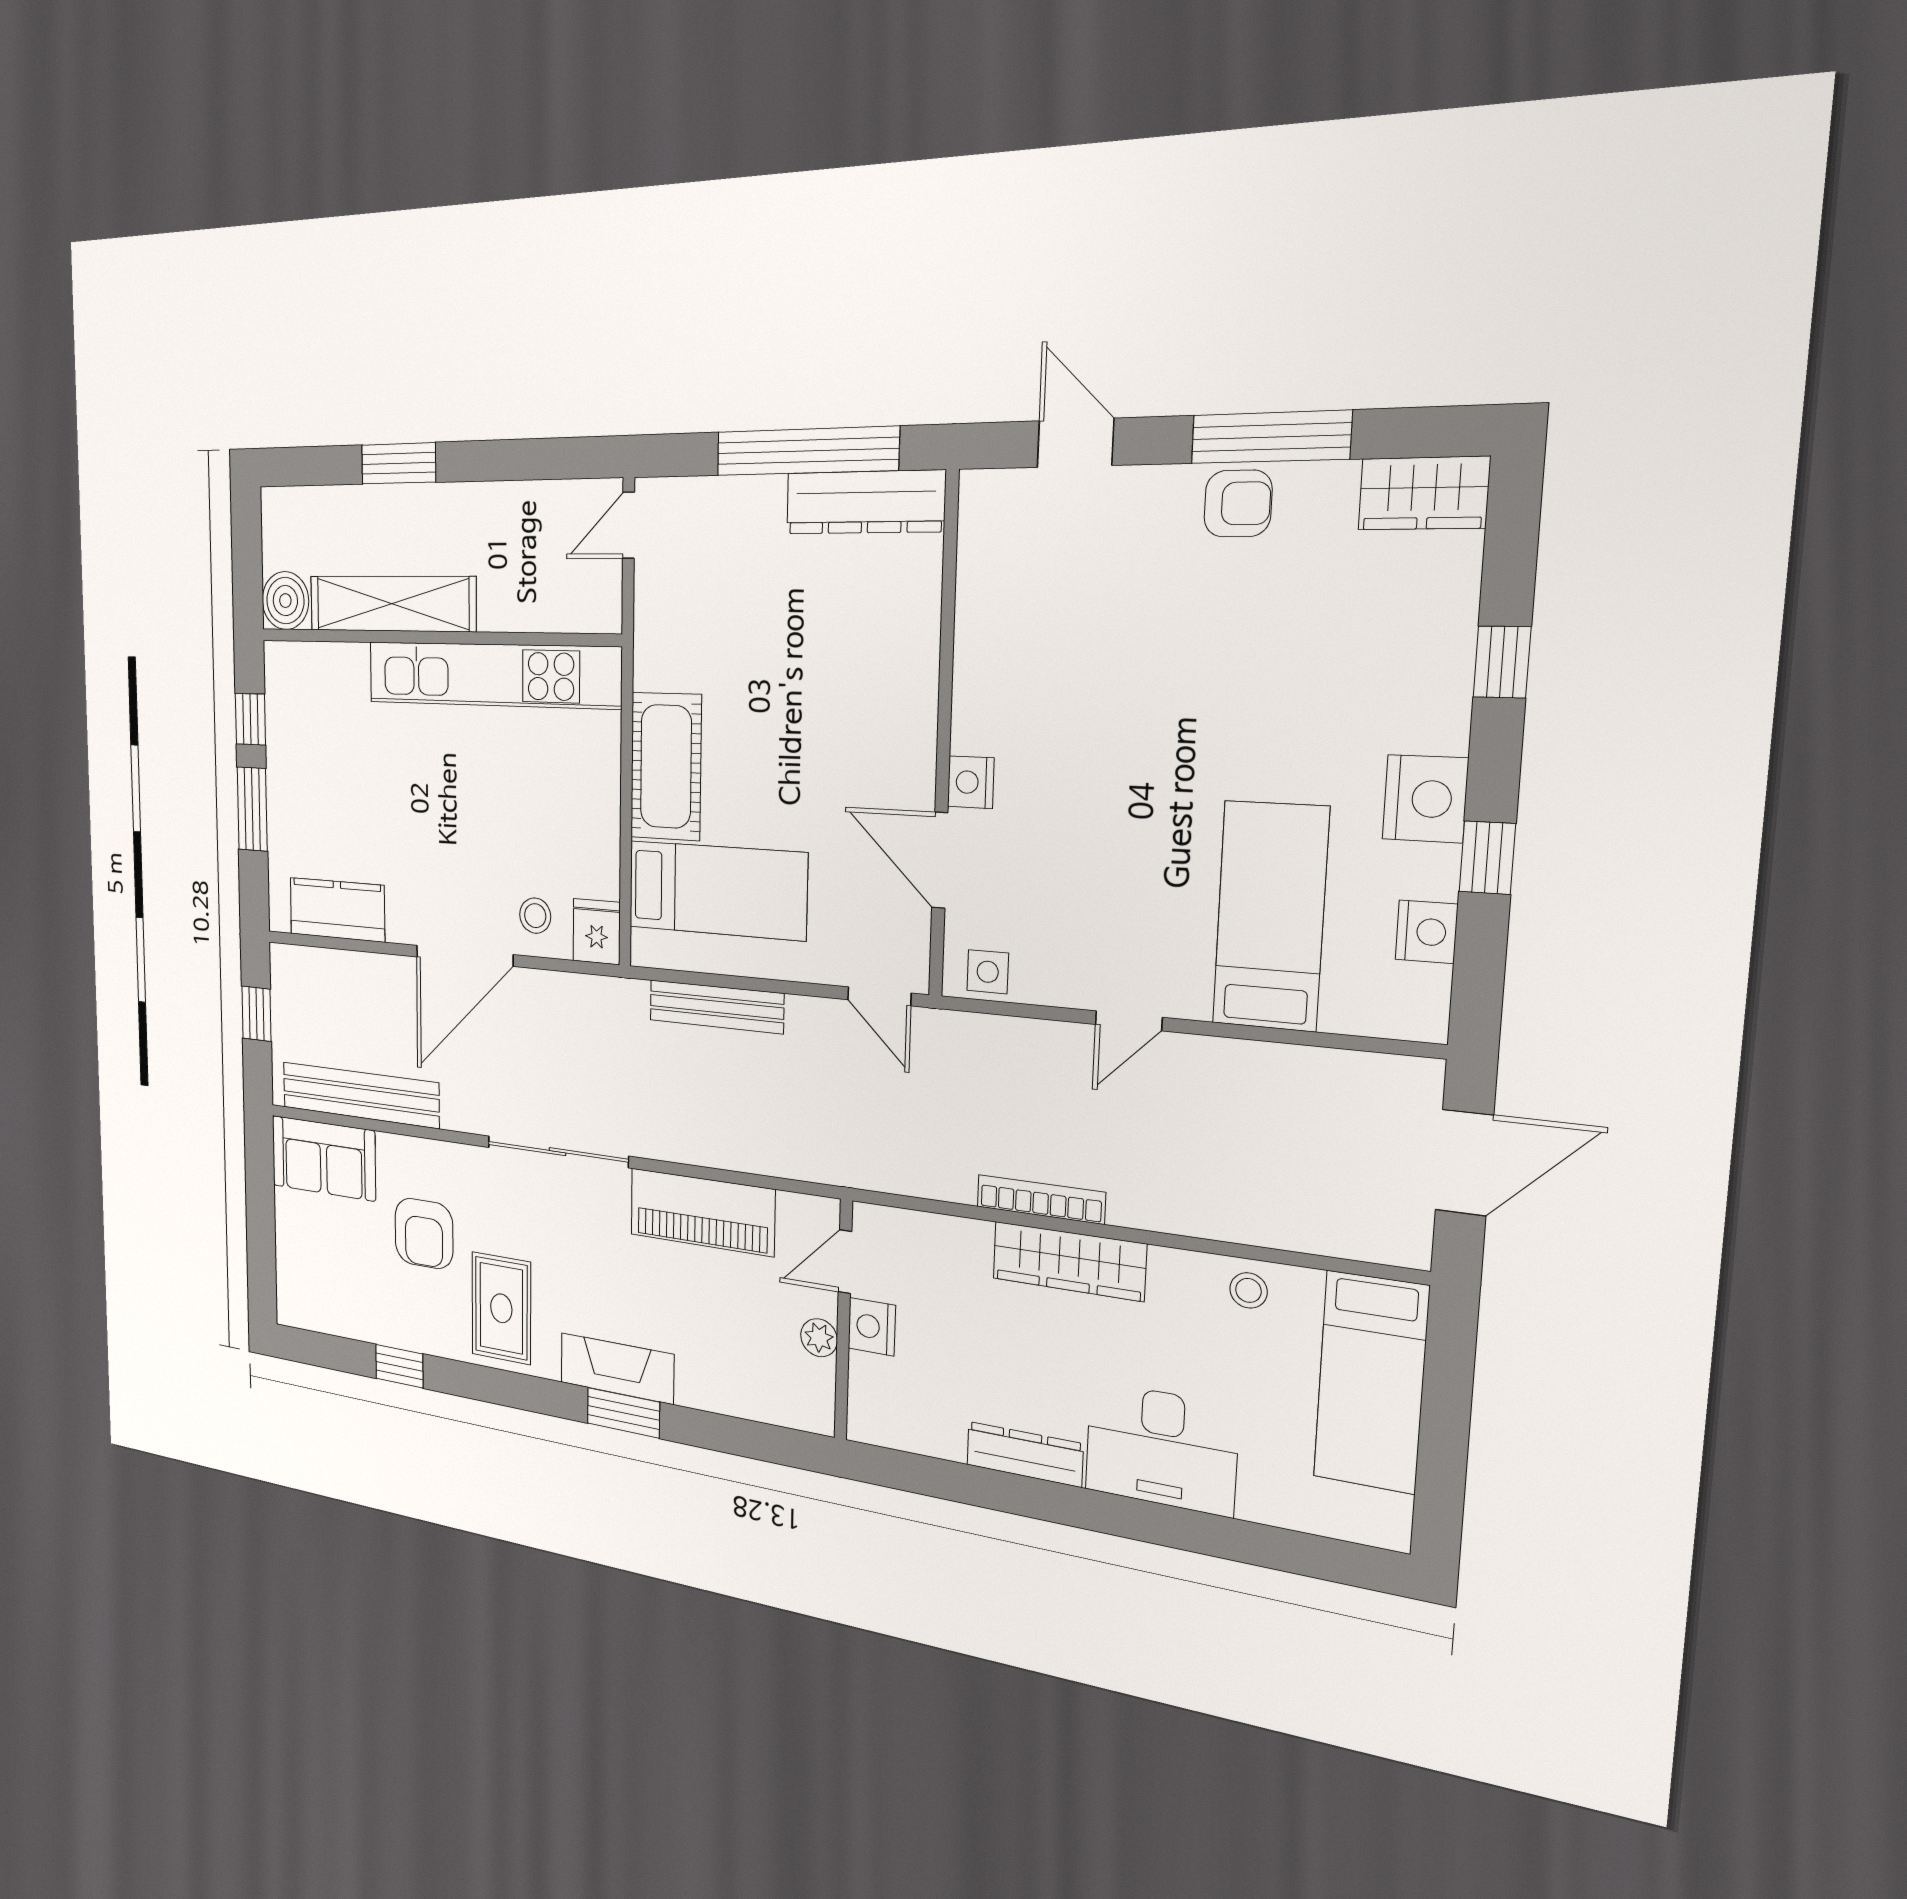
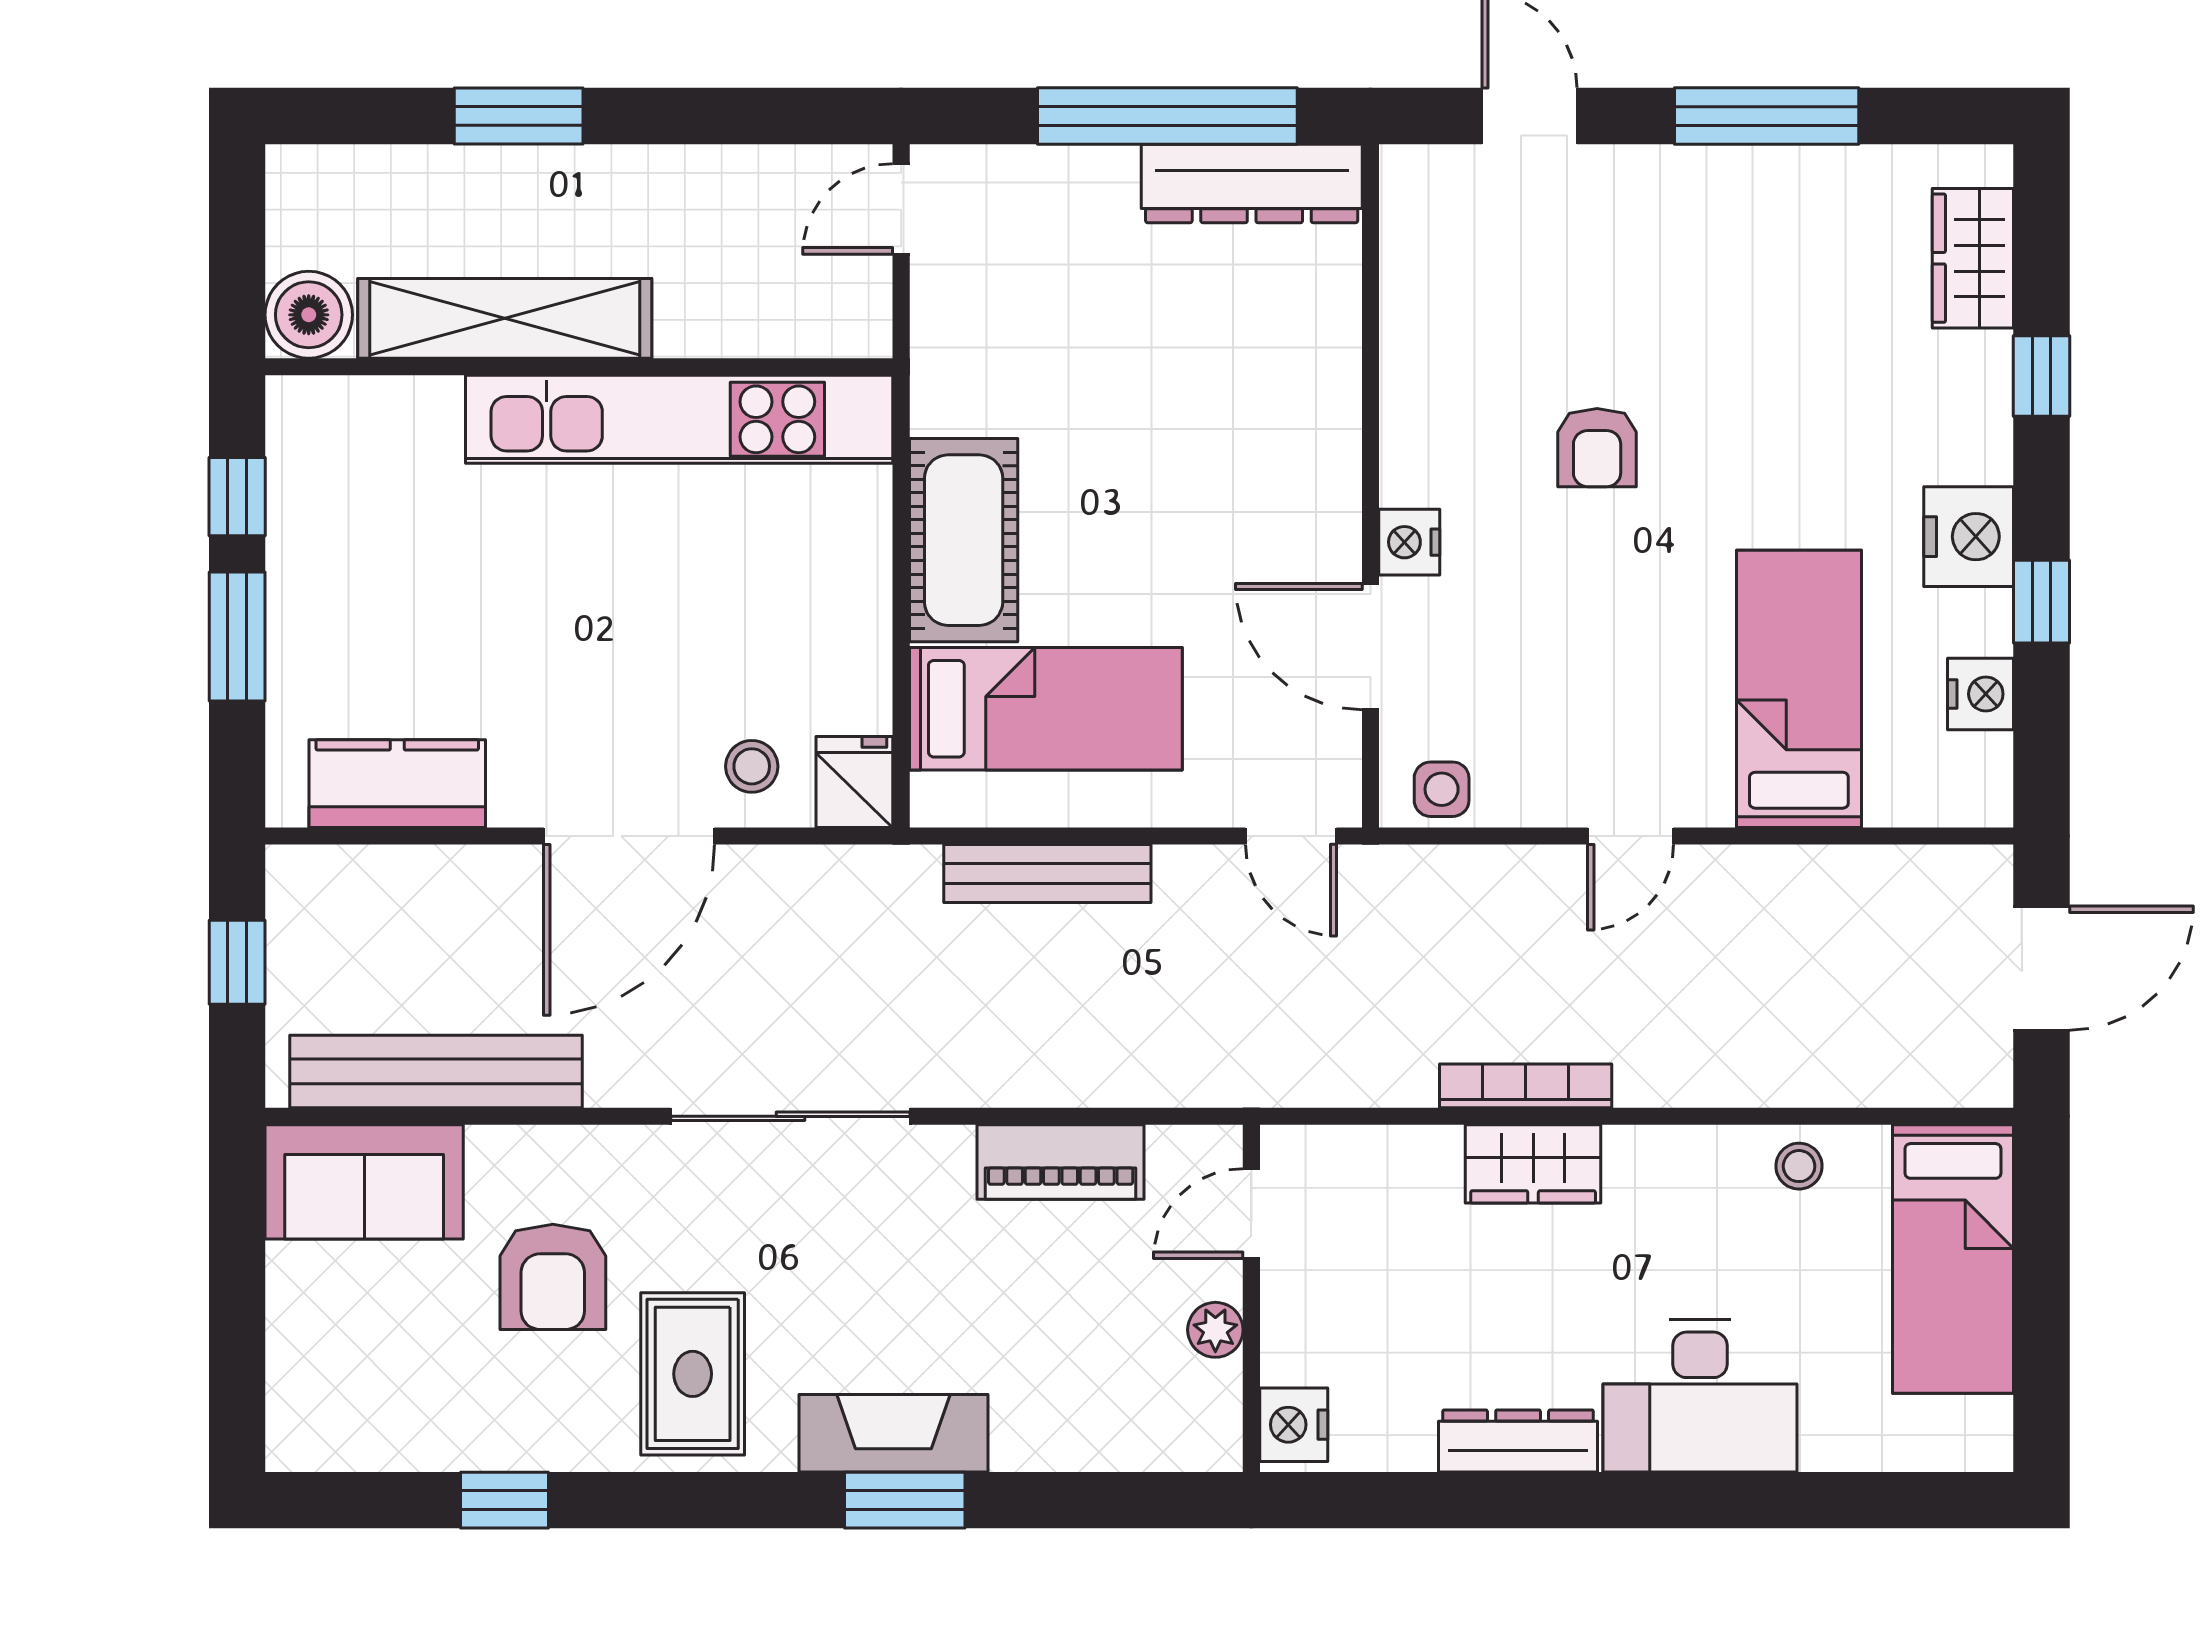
wardrobe: (1424, 493) -> (1973, 258), moved, turned 90
armchair: (1238, 503) -> (1597, 448), moved, turned 90
piano: (702, 1212) -> (1061, 1162), width x0.73, depth x0.75
wardrobe: (1069, 1261) -> (1533, 1164), width x0.67
nightstand: (872, 1327) -> (1294, 1425), moved

